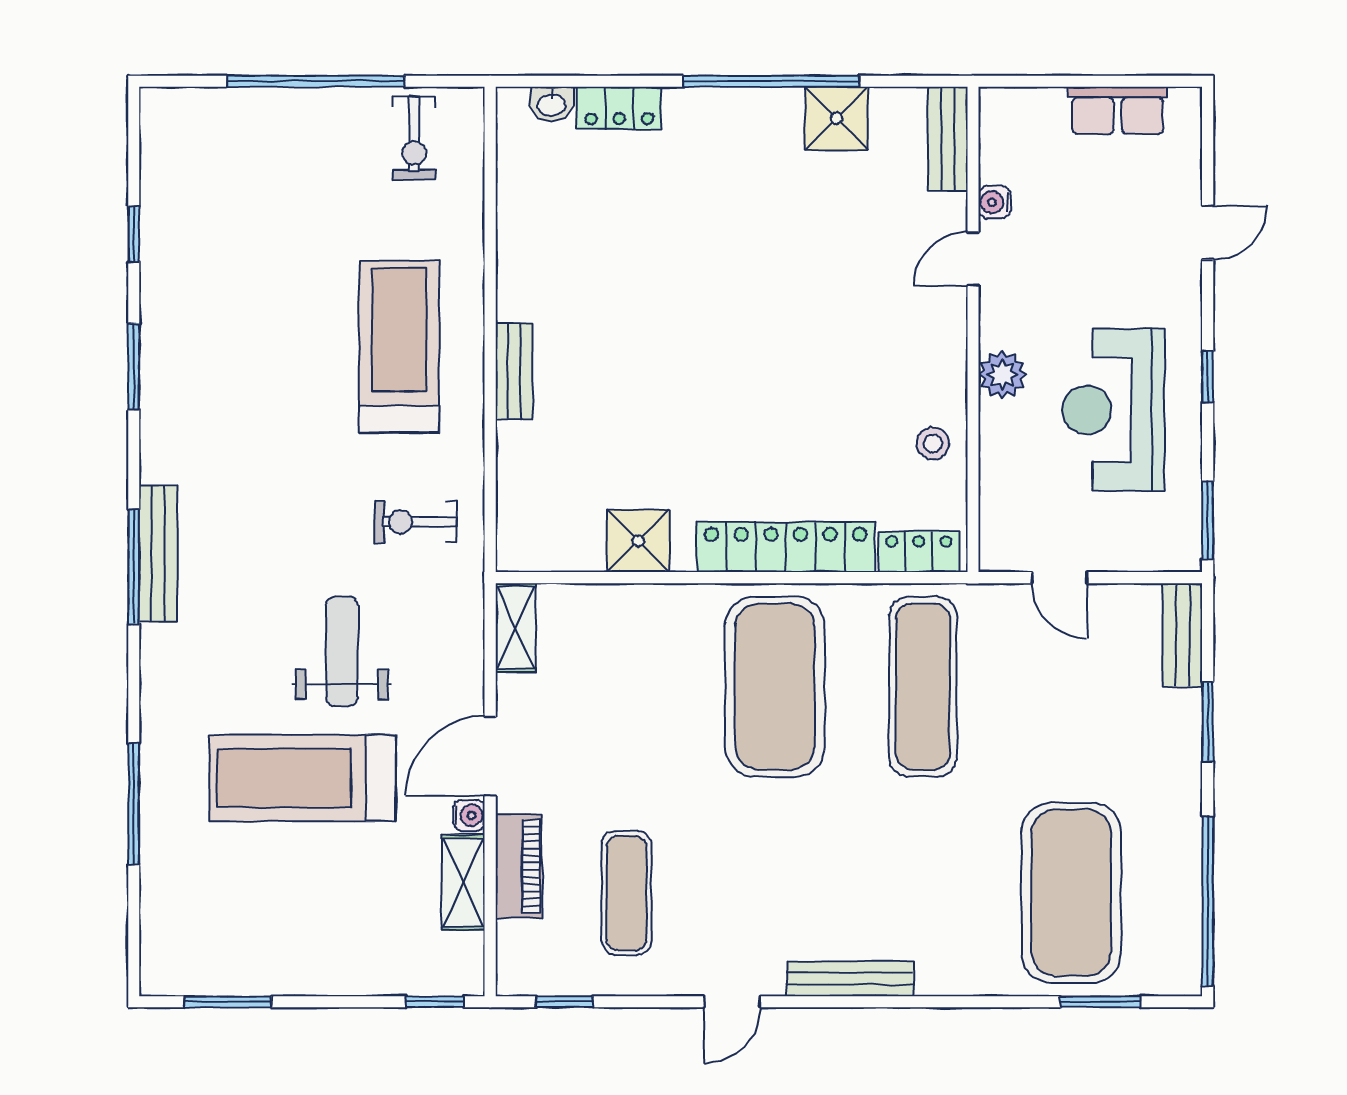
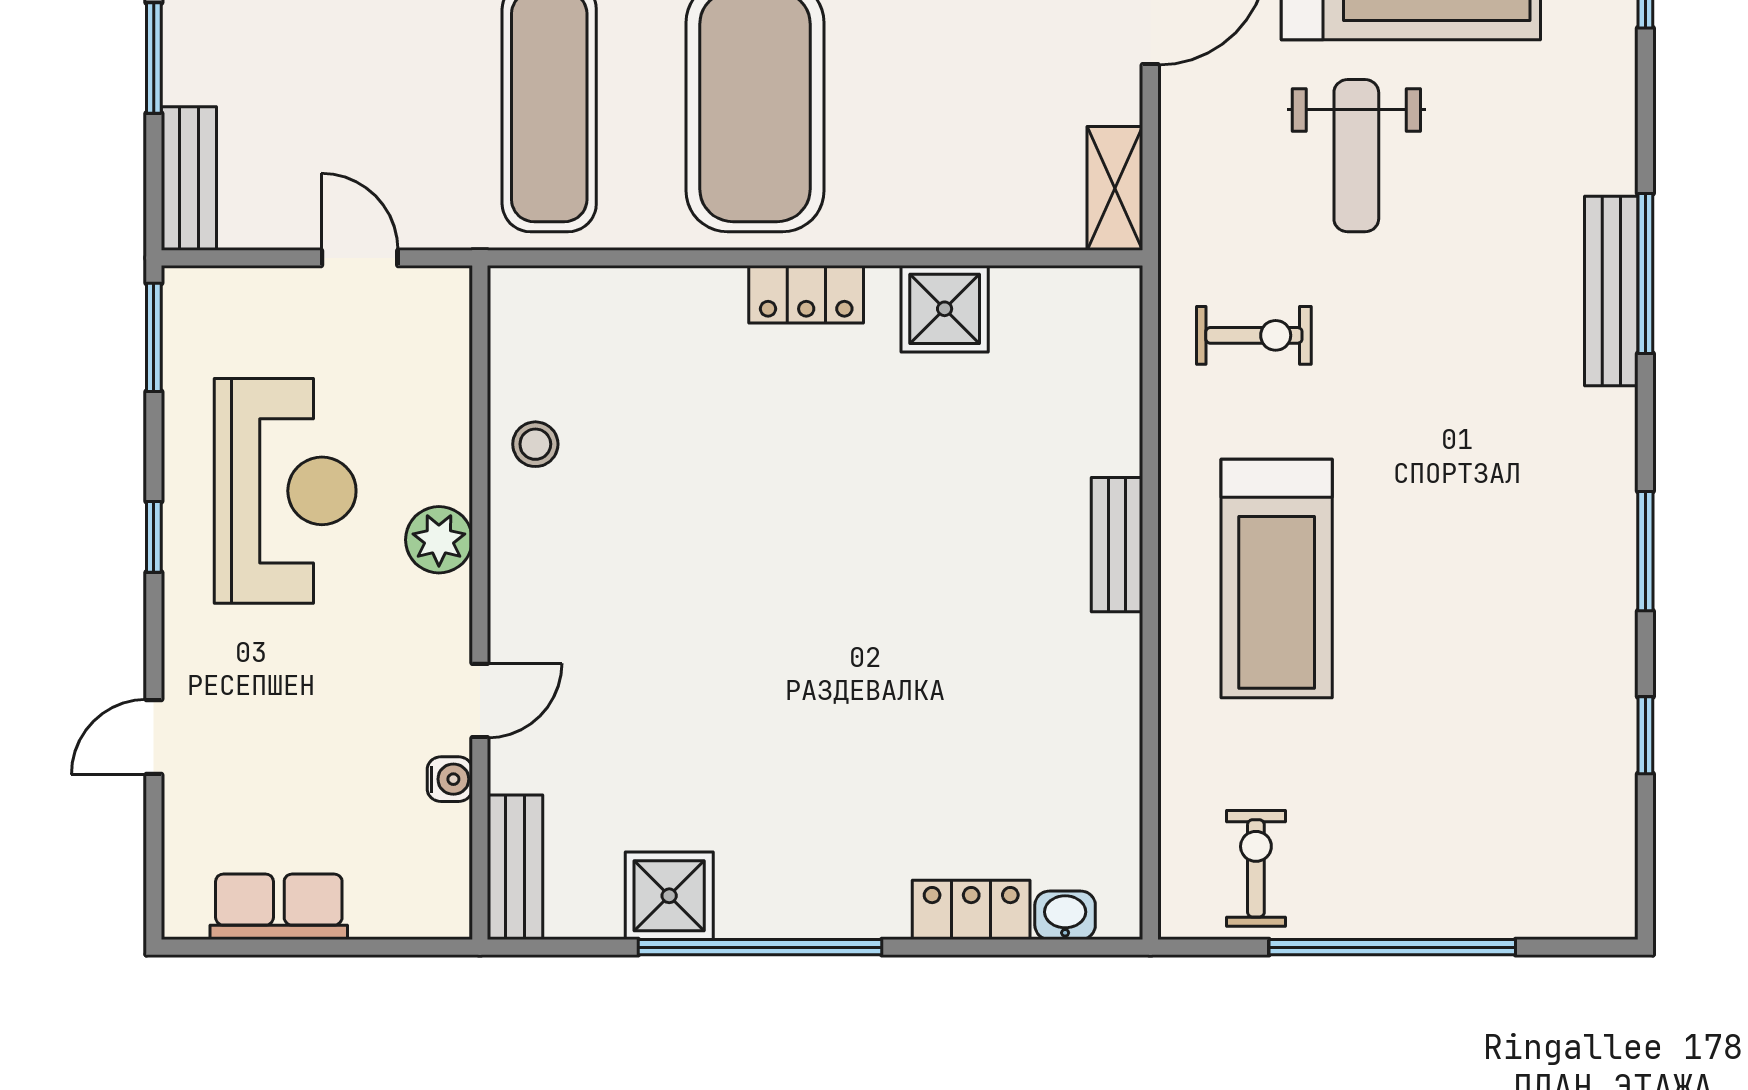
locker: (786, 547) -> (806, 294), width x0.46, depth x0.83
locker: (919, 552) -> (555, 294), removed

